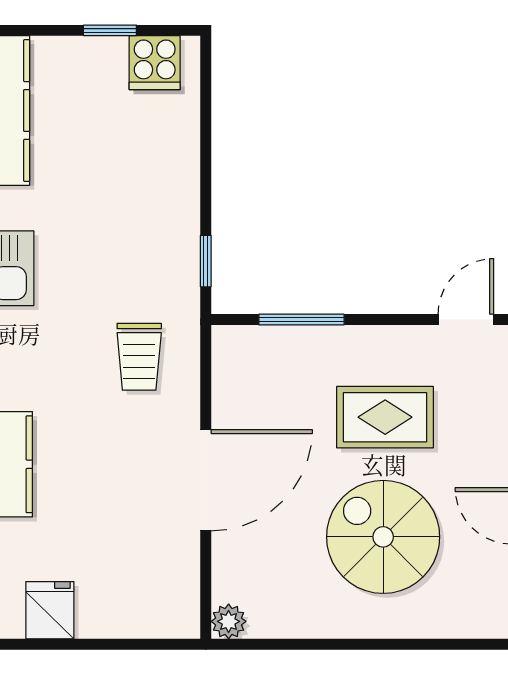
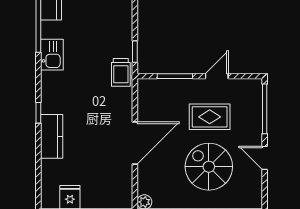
door: (466, 320) -> (217, 76), moved
trolley: (139, 357) -> (121, 72), moved

